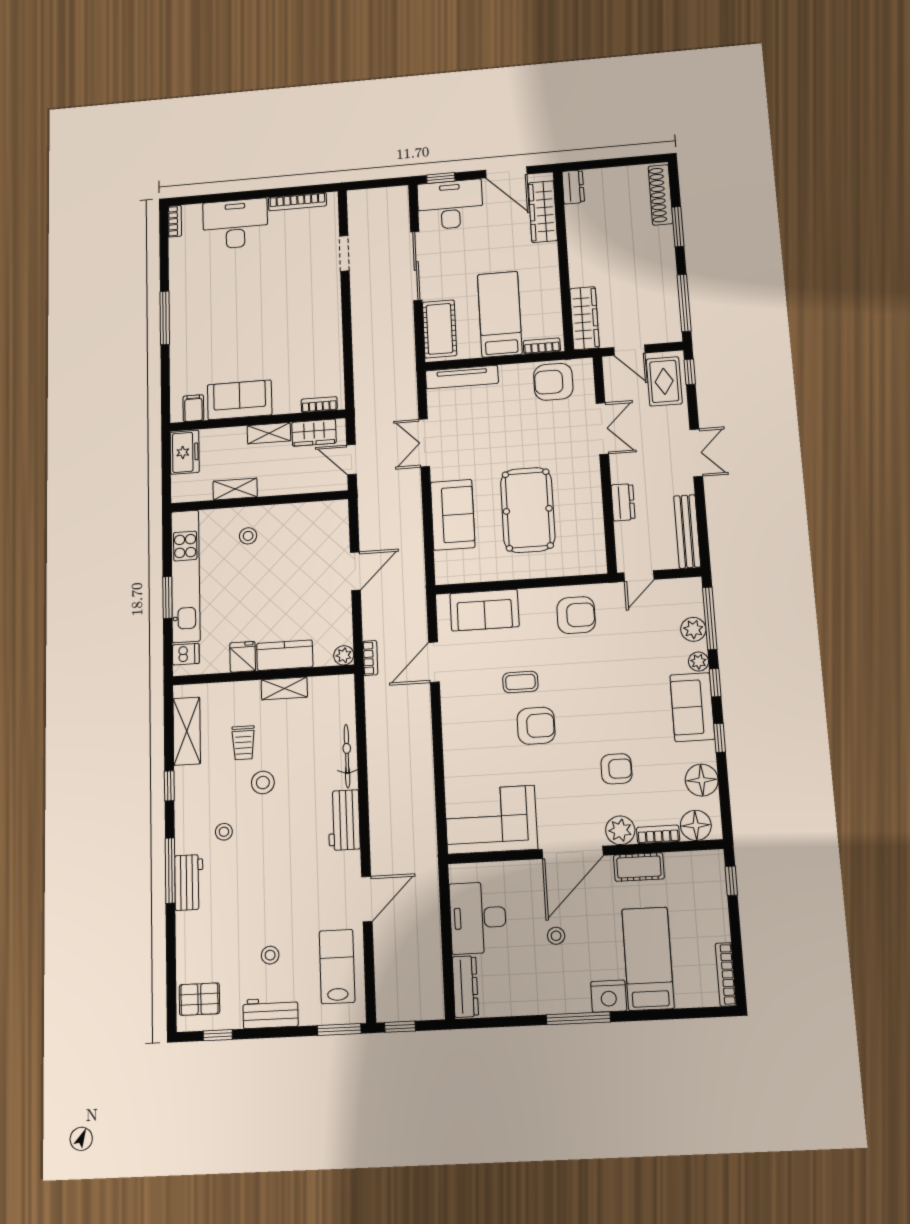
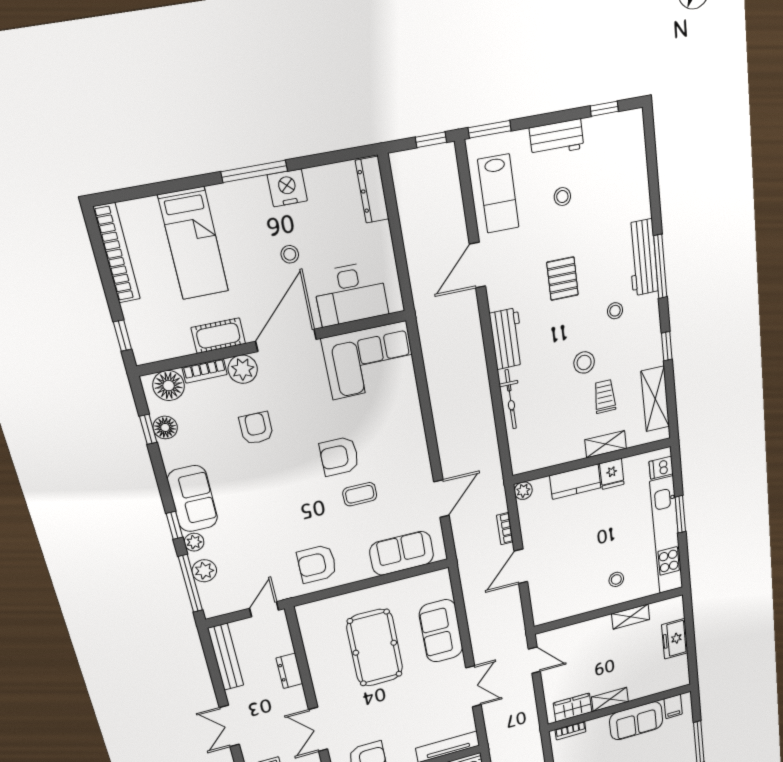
sofa: (240, 400) -> (636, 721), moved
bookcase: (319, 405) -> (571, 731), moved
filing cabinet: (193, 408) -> (673, 706), moved
wall: (257, 421) -> (620, 707), moved
shelving: (269, 433) -> (610, 699), moved
wardrobe: (314, 433) -> (573, 708), moved
bookcase: (370, 658) -> (505, 529), moved
shelving: (284, 688) -> (606, 444), moved
window: (720, 738) -> (148, 429), moved
armchair: (616, 769) -> (256, 428), turned 90
floor lamp: (702, 780) -> (165, 427), width x0.73, depth x0.73
workbench: (189, 882) -> (643, 258), width x1.37
desk: (478, 918) -> (351, 294), moved, turned 90
bookcase: (726, 974) -> (117, 253), width x1.48, depth x1.31
nightstand: (609, 996) -> (287, 188), moved
pallet: (199, 999) -> (562, 279), moved, turned 90

